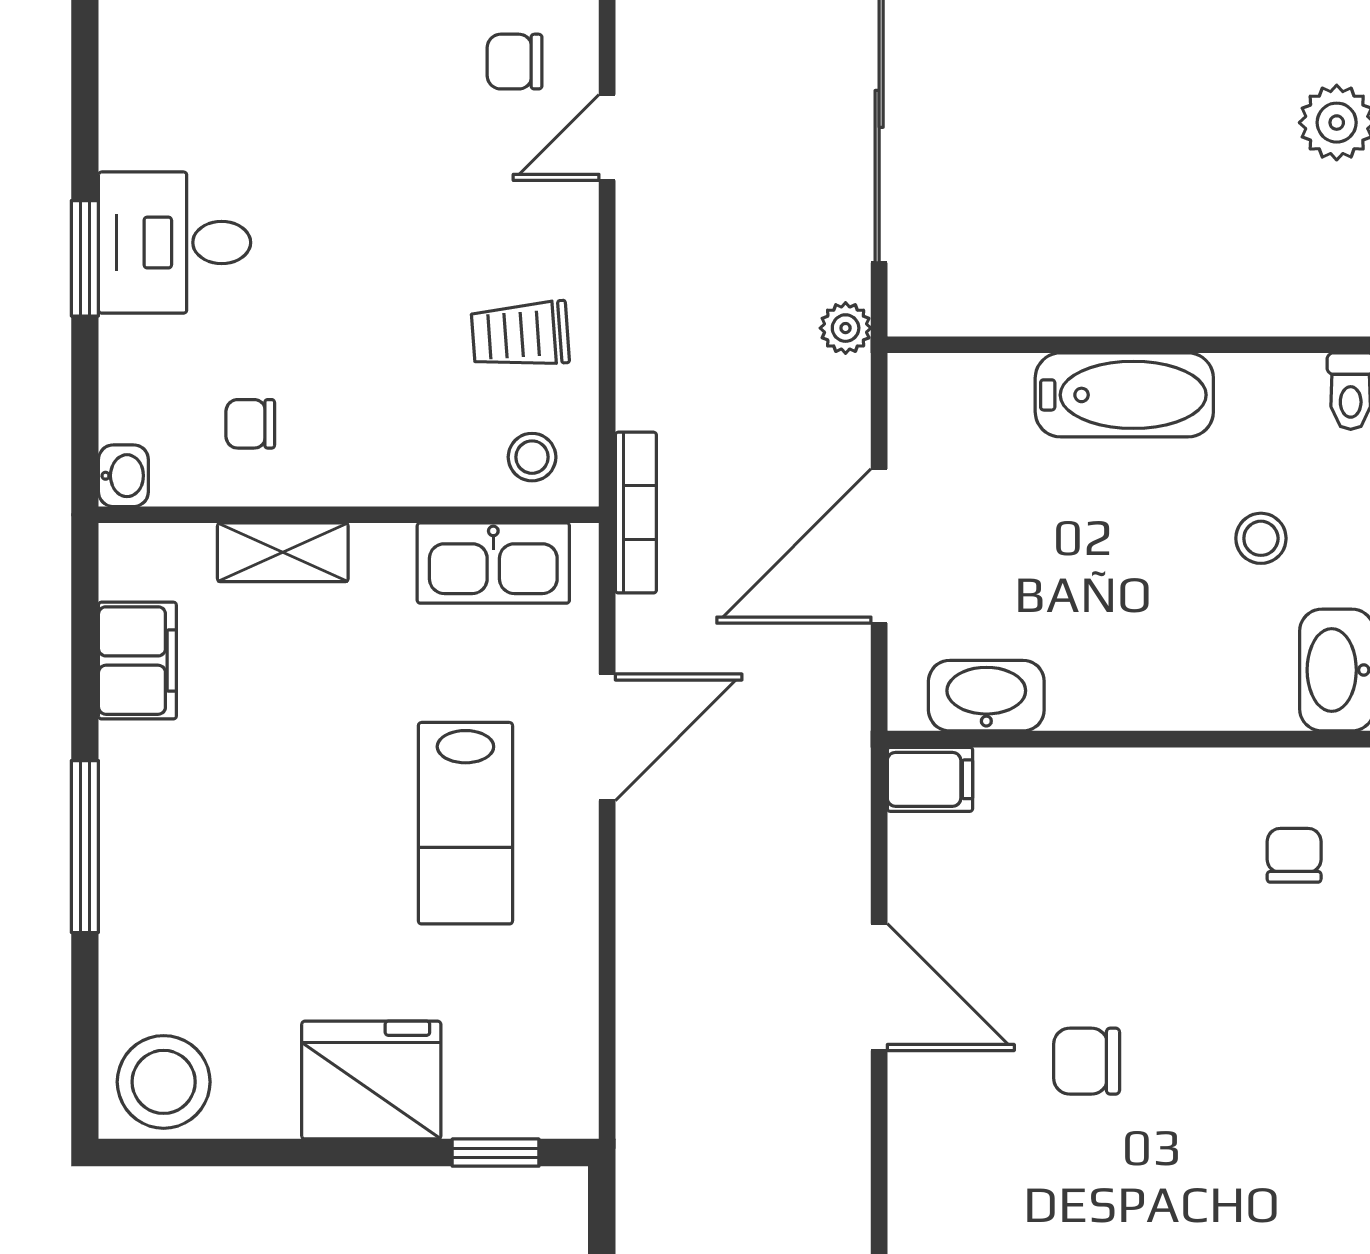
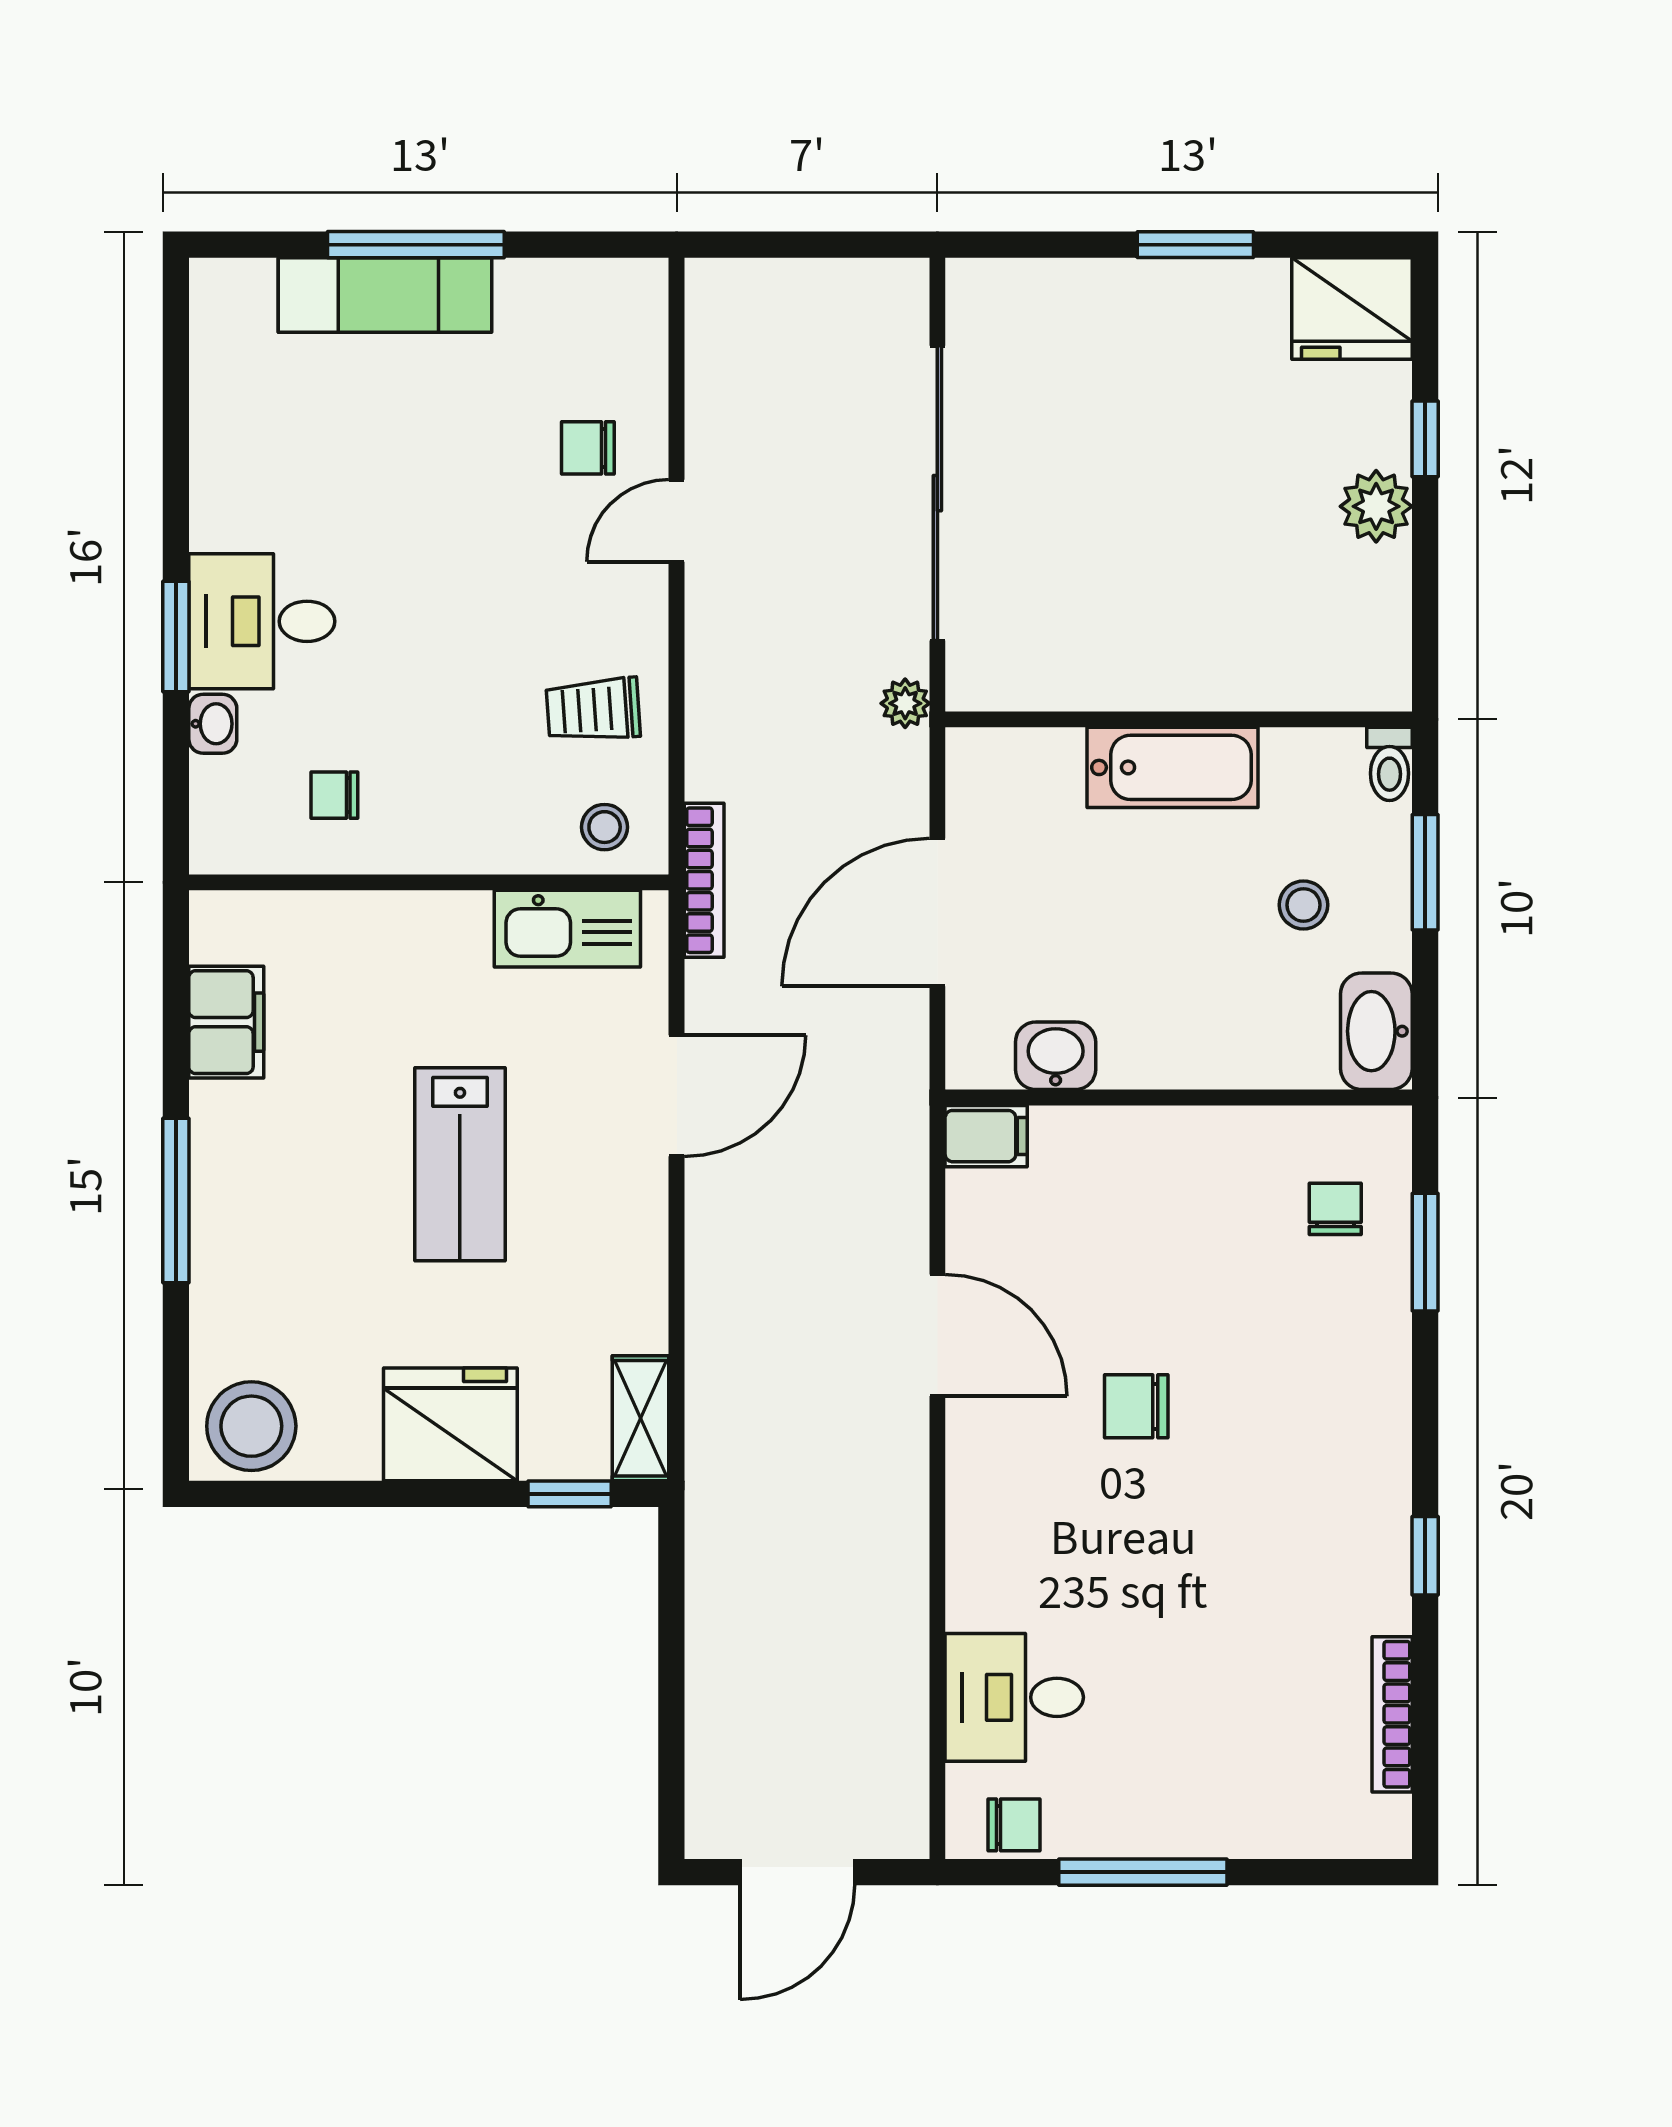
washbasin: (123, 476) -> (213, 724), moved
shelving: (283, 552) -> (641, 1418), moved, turned 90
washbasin: (986, 696) -> (1056, 1056), width x0.72
lab bench: (465, 823) -> (460, 1164), moved

